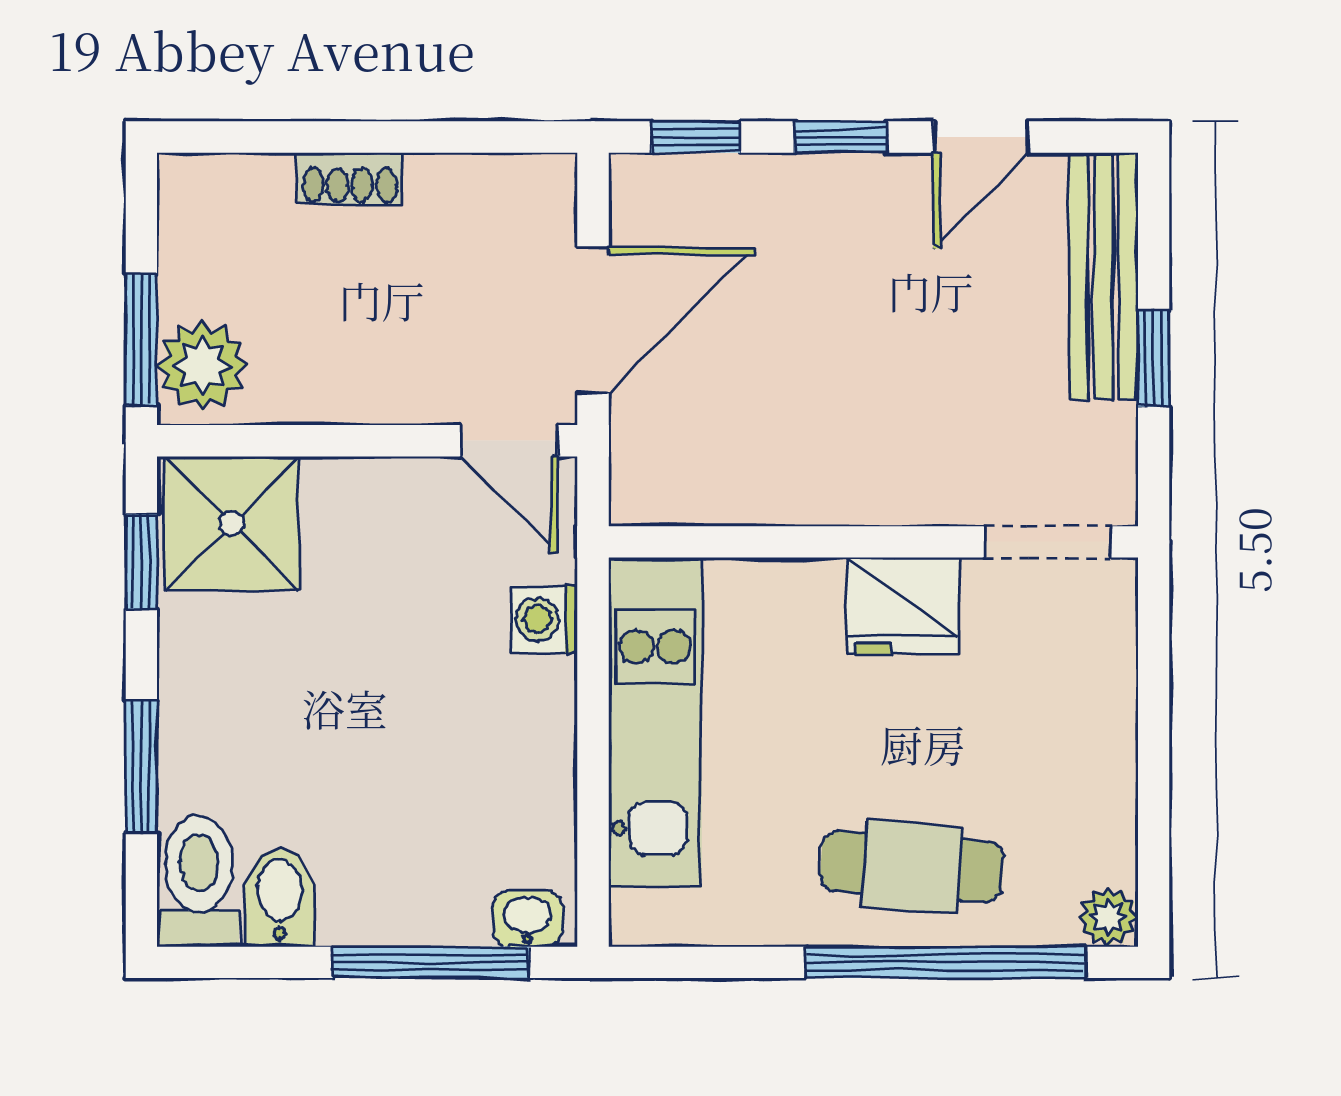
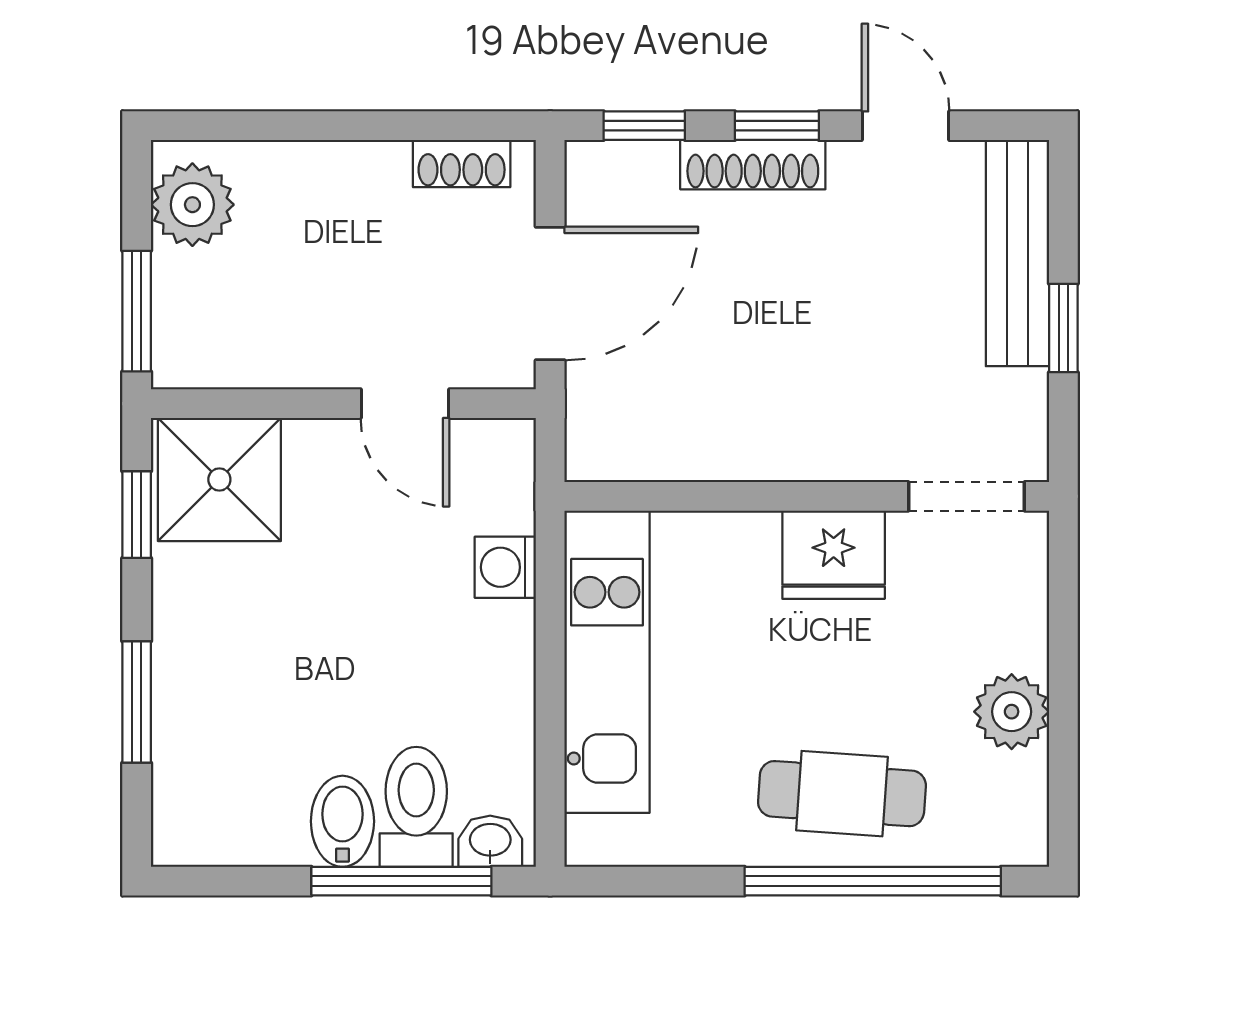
door: (981, 137) -> (906, 126), swing flipped
shoe rack: (350, 178) -> (462, 164), moved
shoe rack: (814, 180) -> (753, 165), added
plant: (202, 365) -> (192, 205), moved
door: (509, 441) -> (405, 404), moved
toilet: (199, 881) -> (416, 807), moved
bidet: (280, 897) -> (342, 821), moved
plant: (1108, 917) -> (1012, 712), moved, width x1.38, depth x1.38

